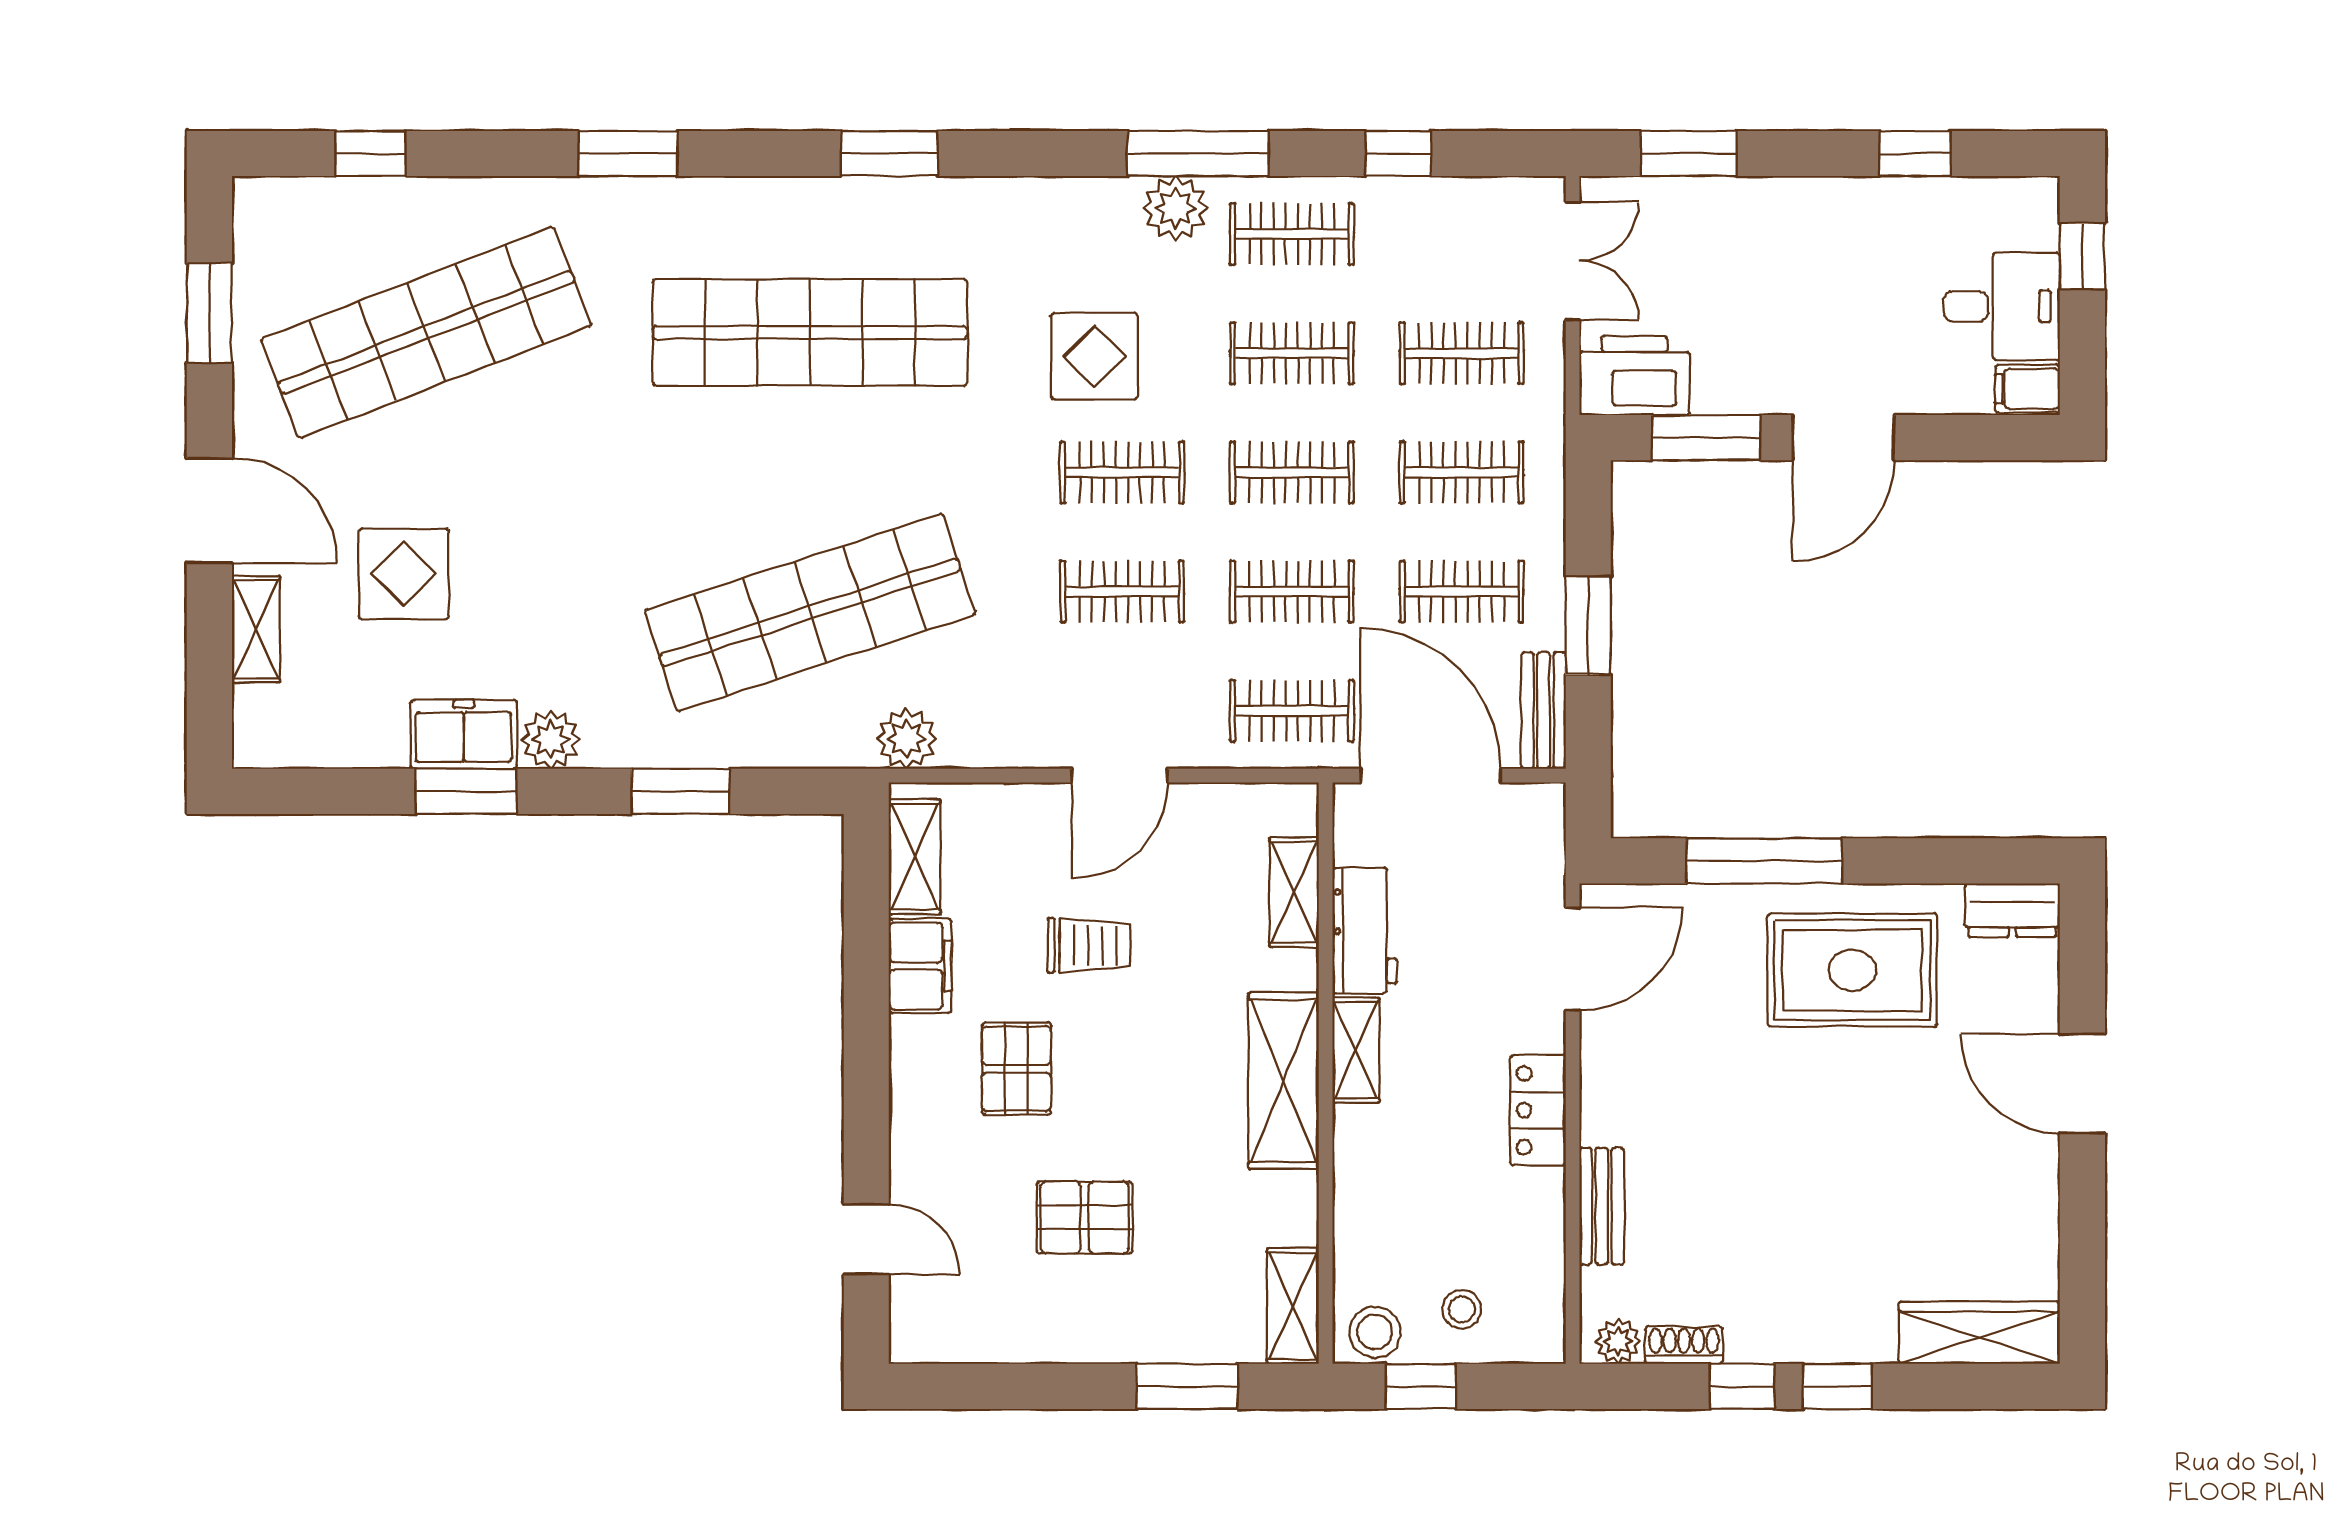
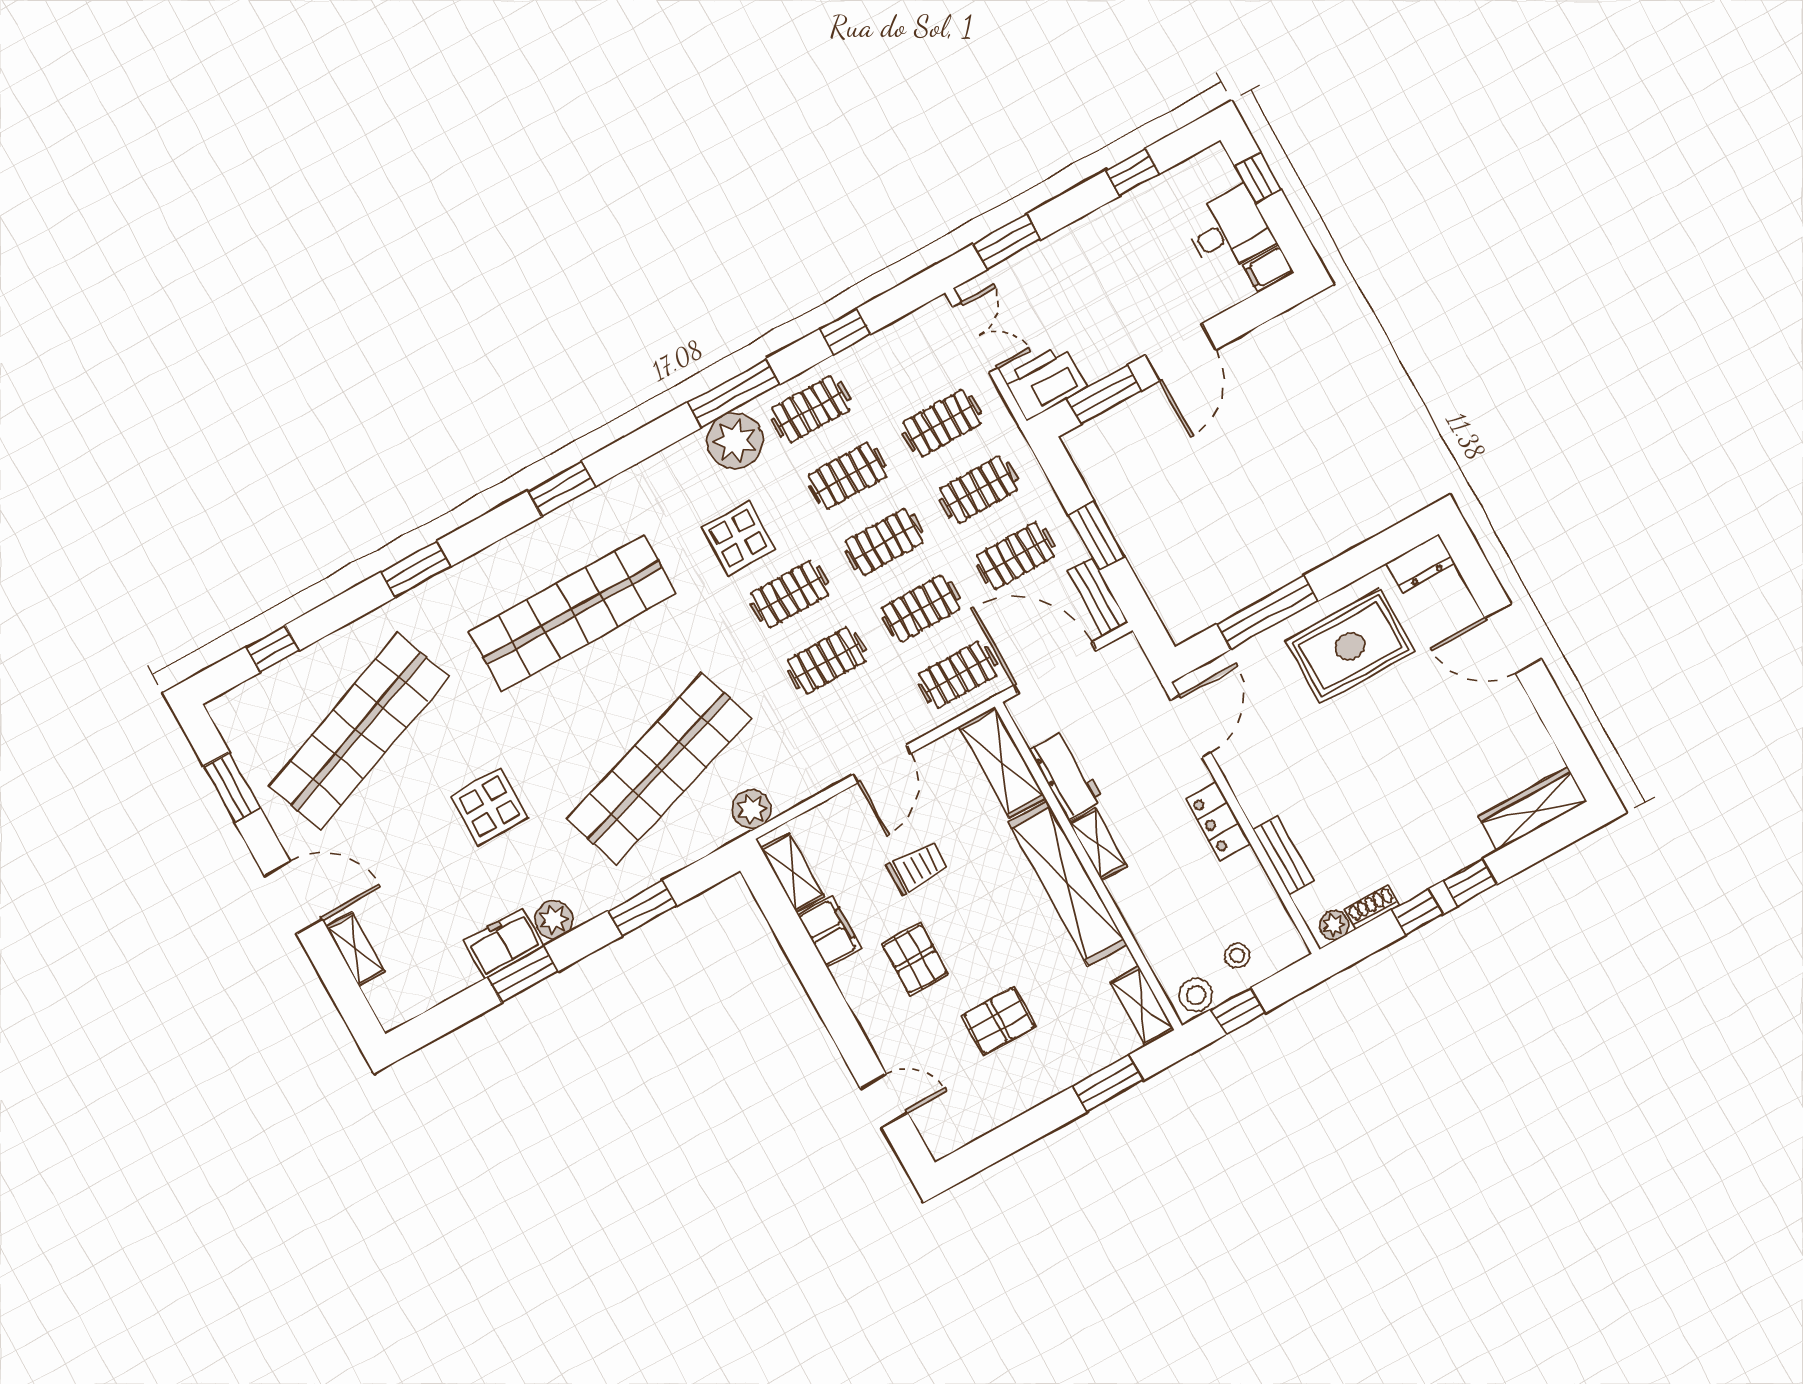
plant: (1176, 208) -> (735, 441), width x1.36, depth x1.36
display table: (404, 574) -> (489, 807), moved
shelving: (1294, 892) -> (1002, 762), width x1.50, depth x1.33
shelving: (1284, 1081) -> (1067, 883), width x1.47

